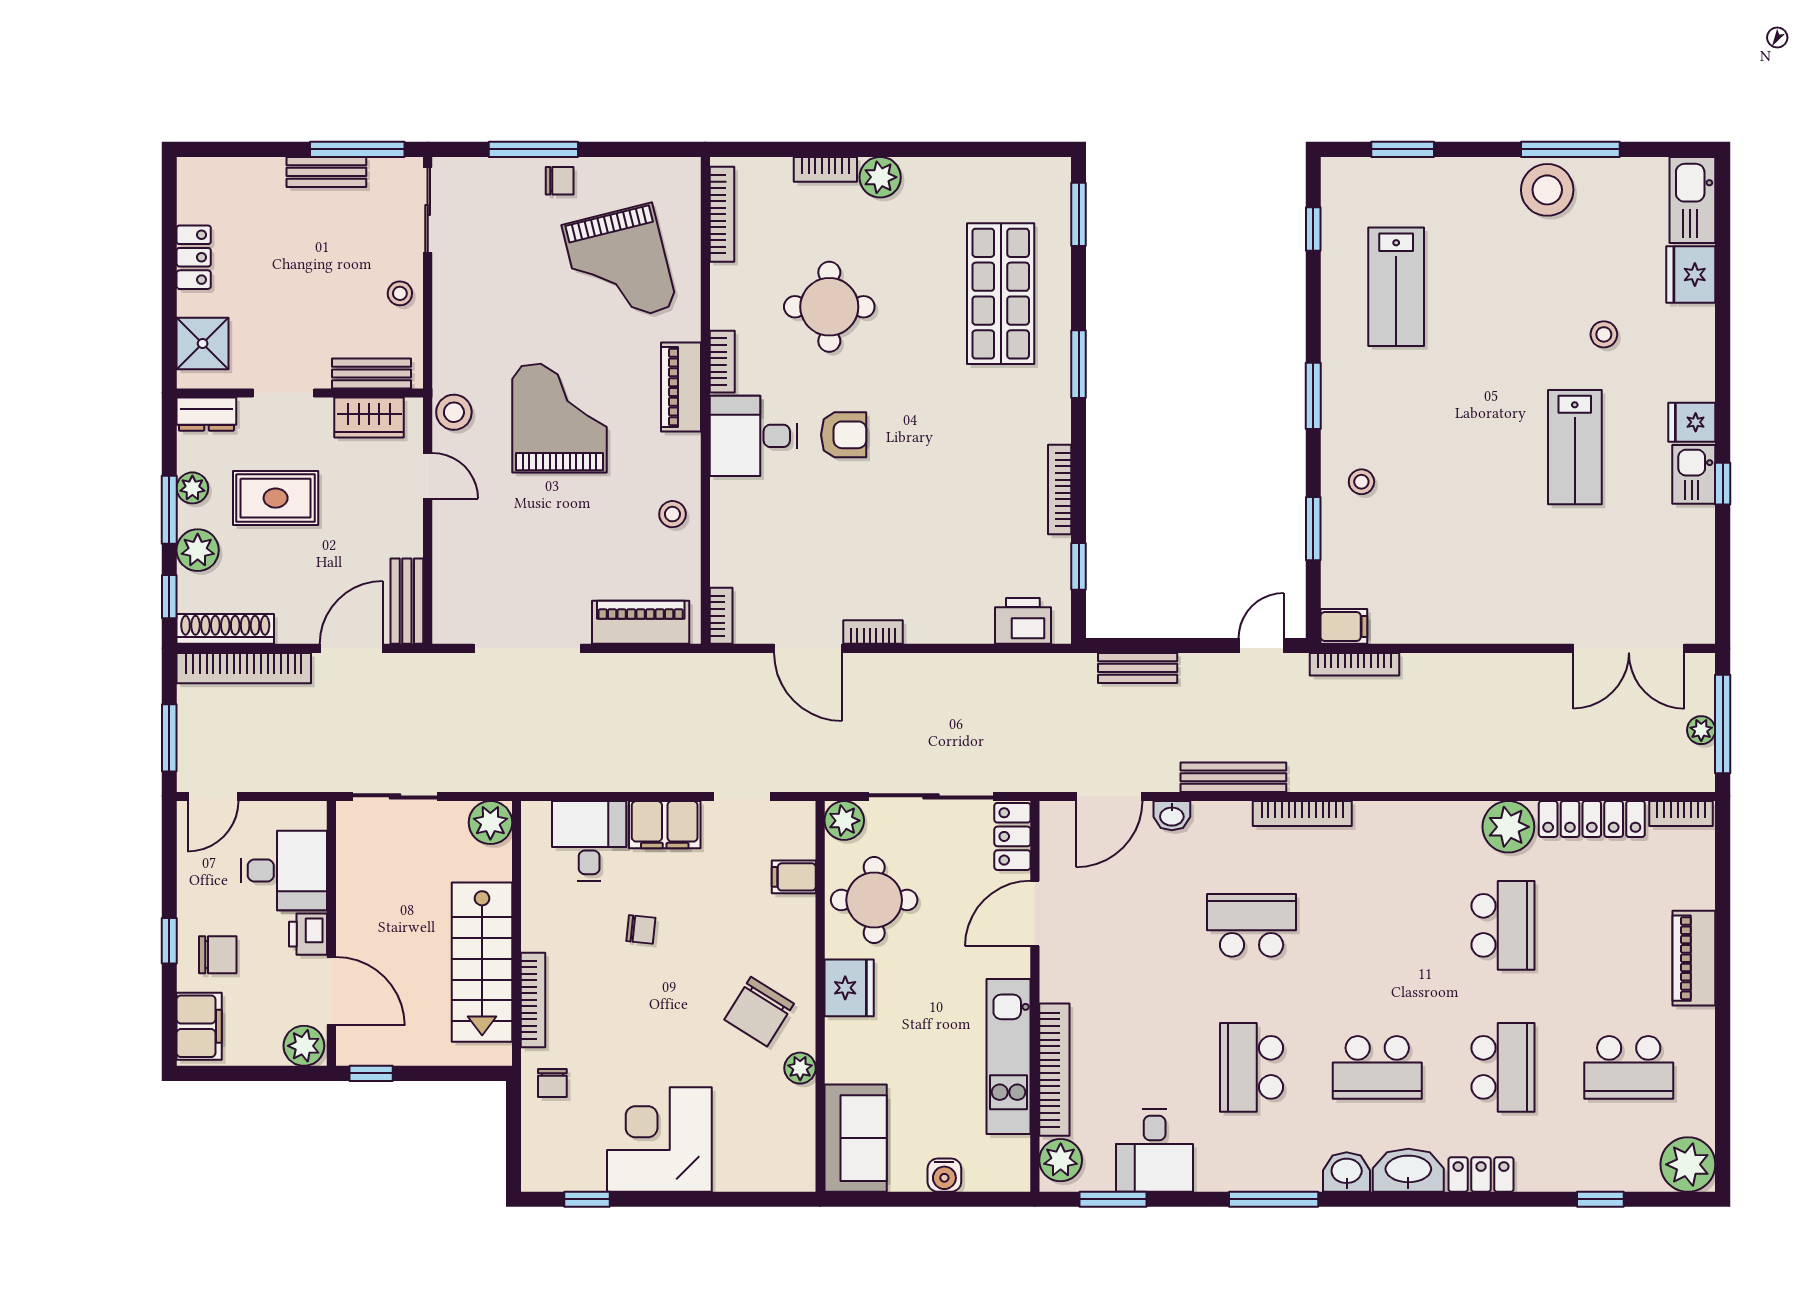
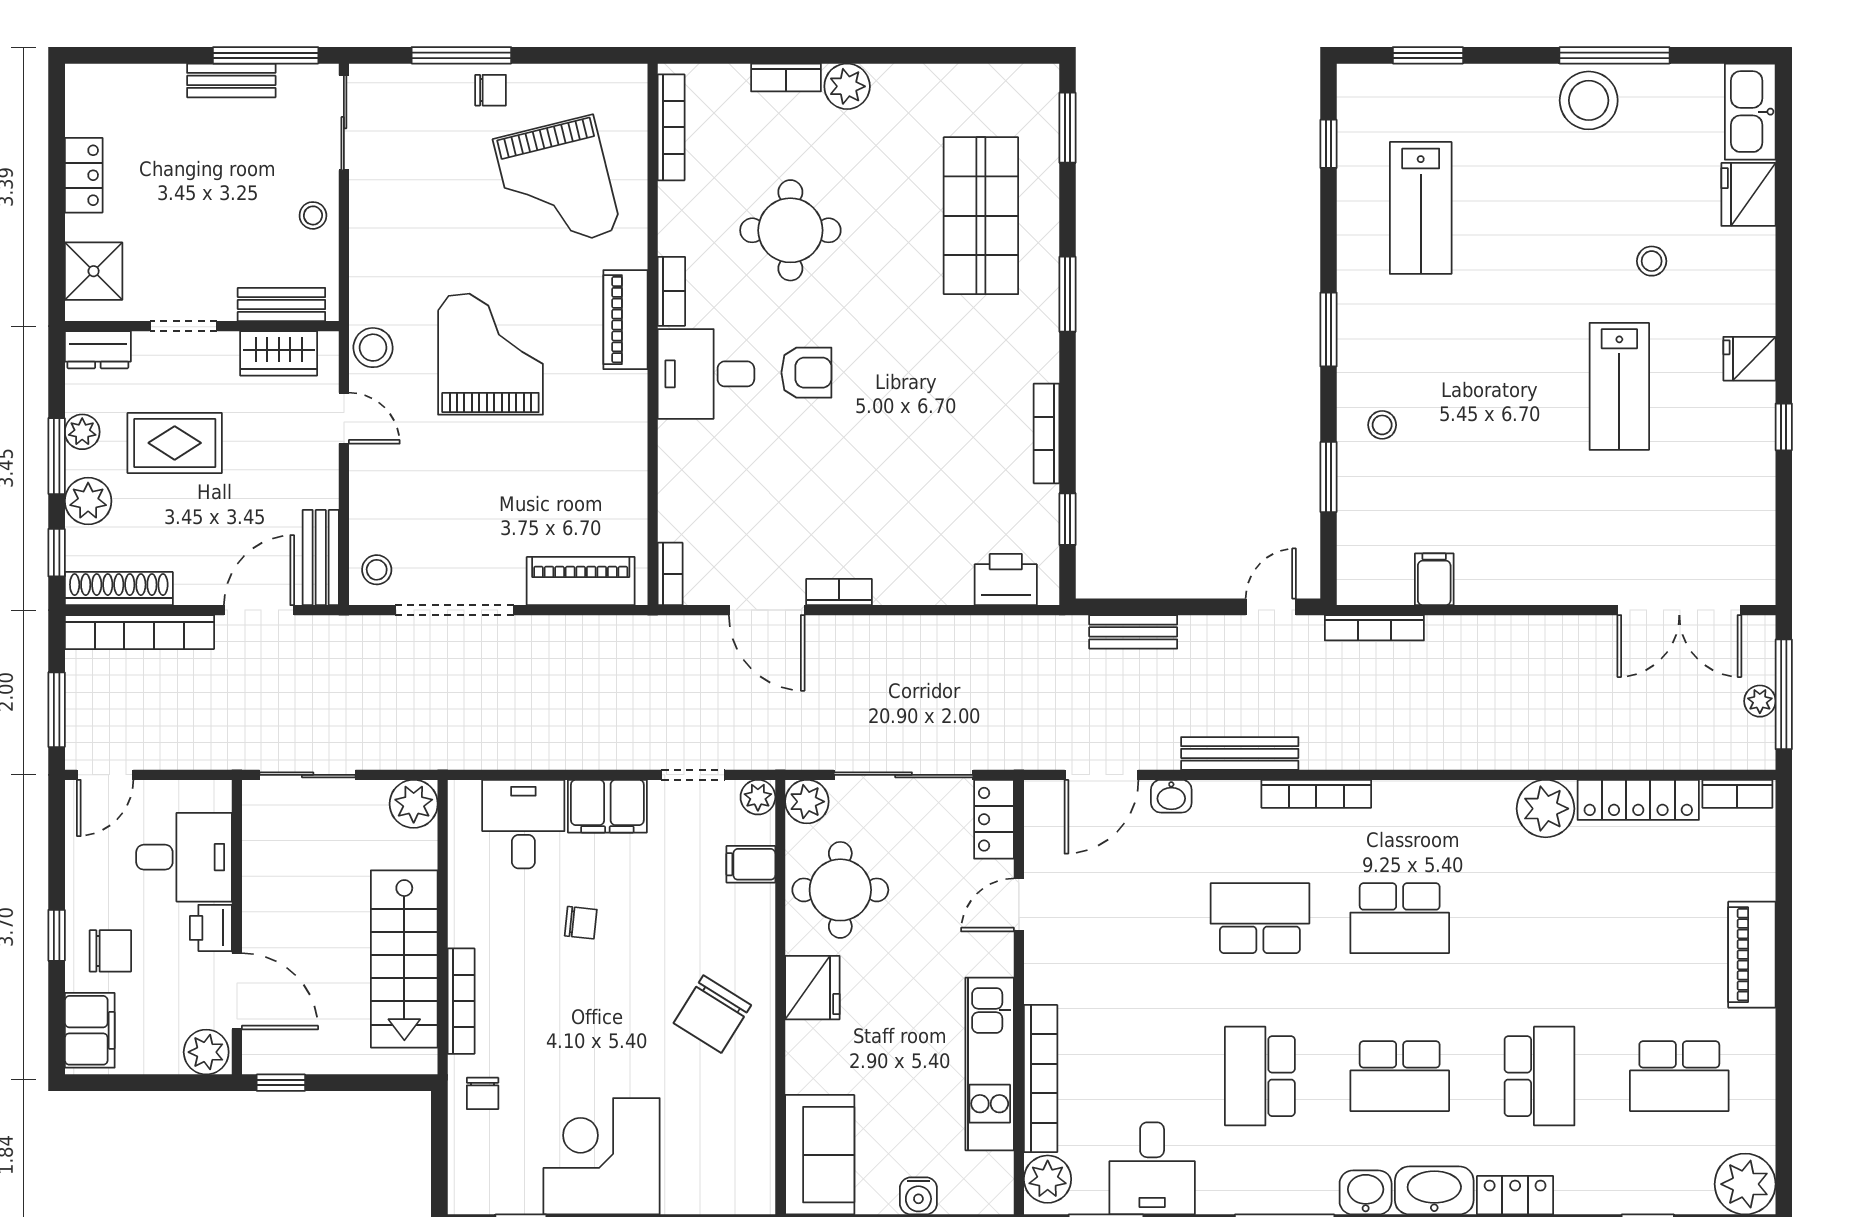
kitchen sink: (1694, 474) -> (1752, 417), removed
stool: (672, 514) -> (377, 570), moved
filing cabinet: (1344, 626) -> (1434, 579), moved, turned -90
door: (1035, 913) -> (1019, 905), width x0.73
school desk: (1503, 925) -> (1400, 918), moved, turned 90
plant: (800, 1068) -> (758, 797), moved

